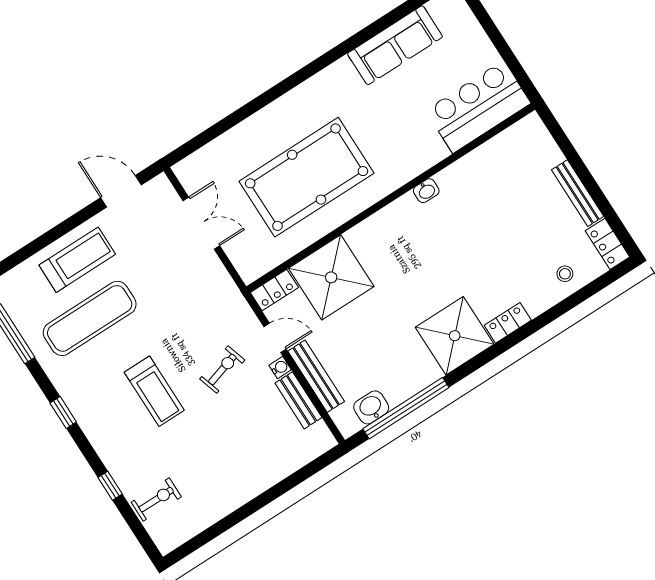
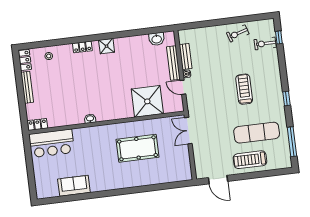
sofa: (395, 45) -> (74, 186), width x0.73
pool table: (307, 177) -> (137, 148), width x0.73, depth x0.76
double door: (201, 223) -> (188, 131), moved
locker: (274, 290) -> (38, 124), moved
shower: (455, 336) -> (107, 46), width x0.54, depth x0.54
exercise bike: (222, 369) -> (238, 33), moved
window: (406, 408) -> (142, 32), removed
window: (110, 486) -> (279, 37), moved

